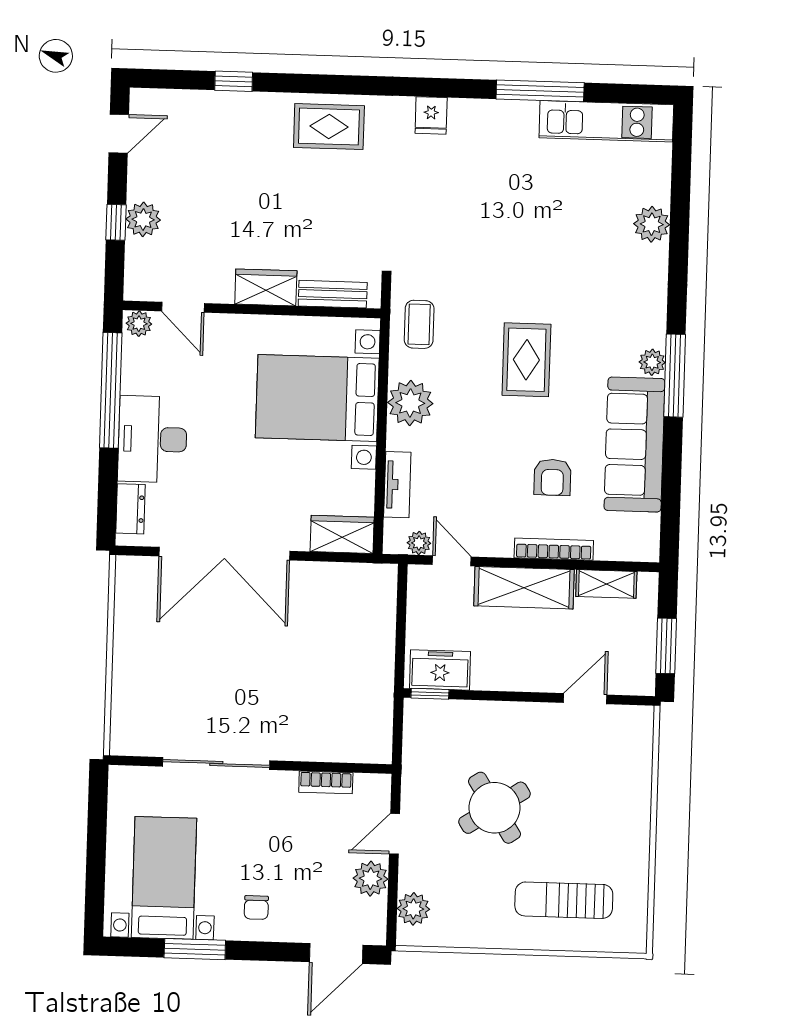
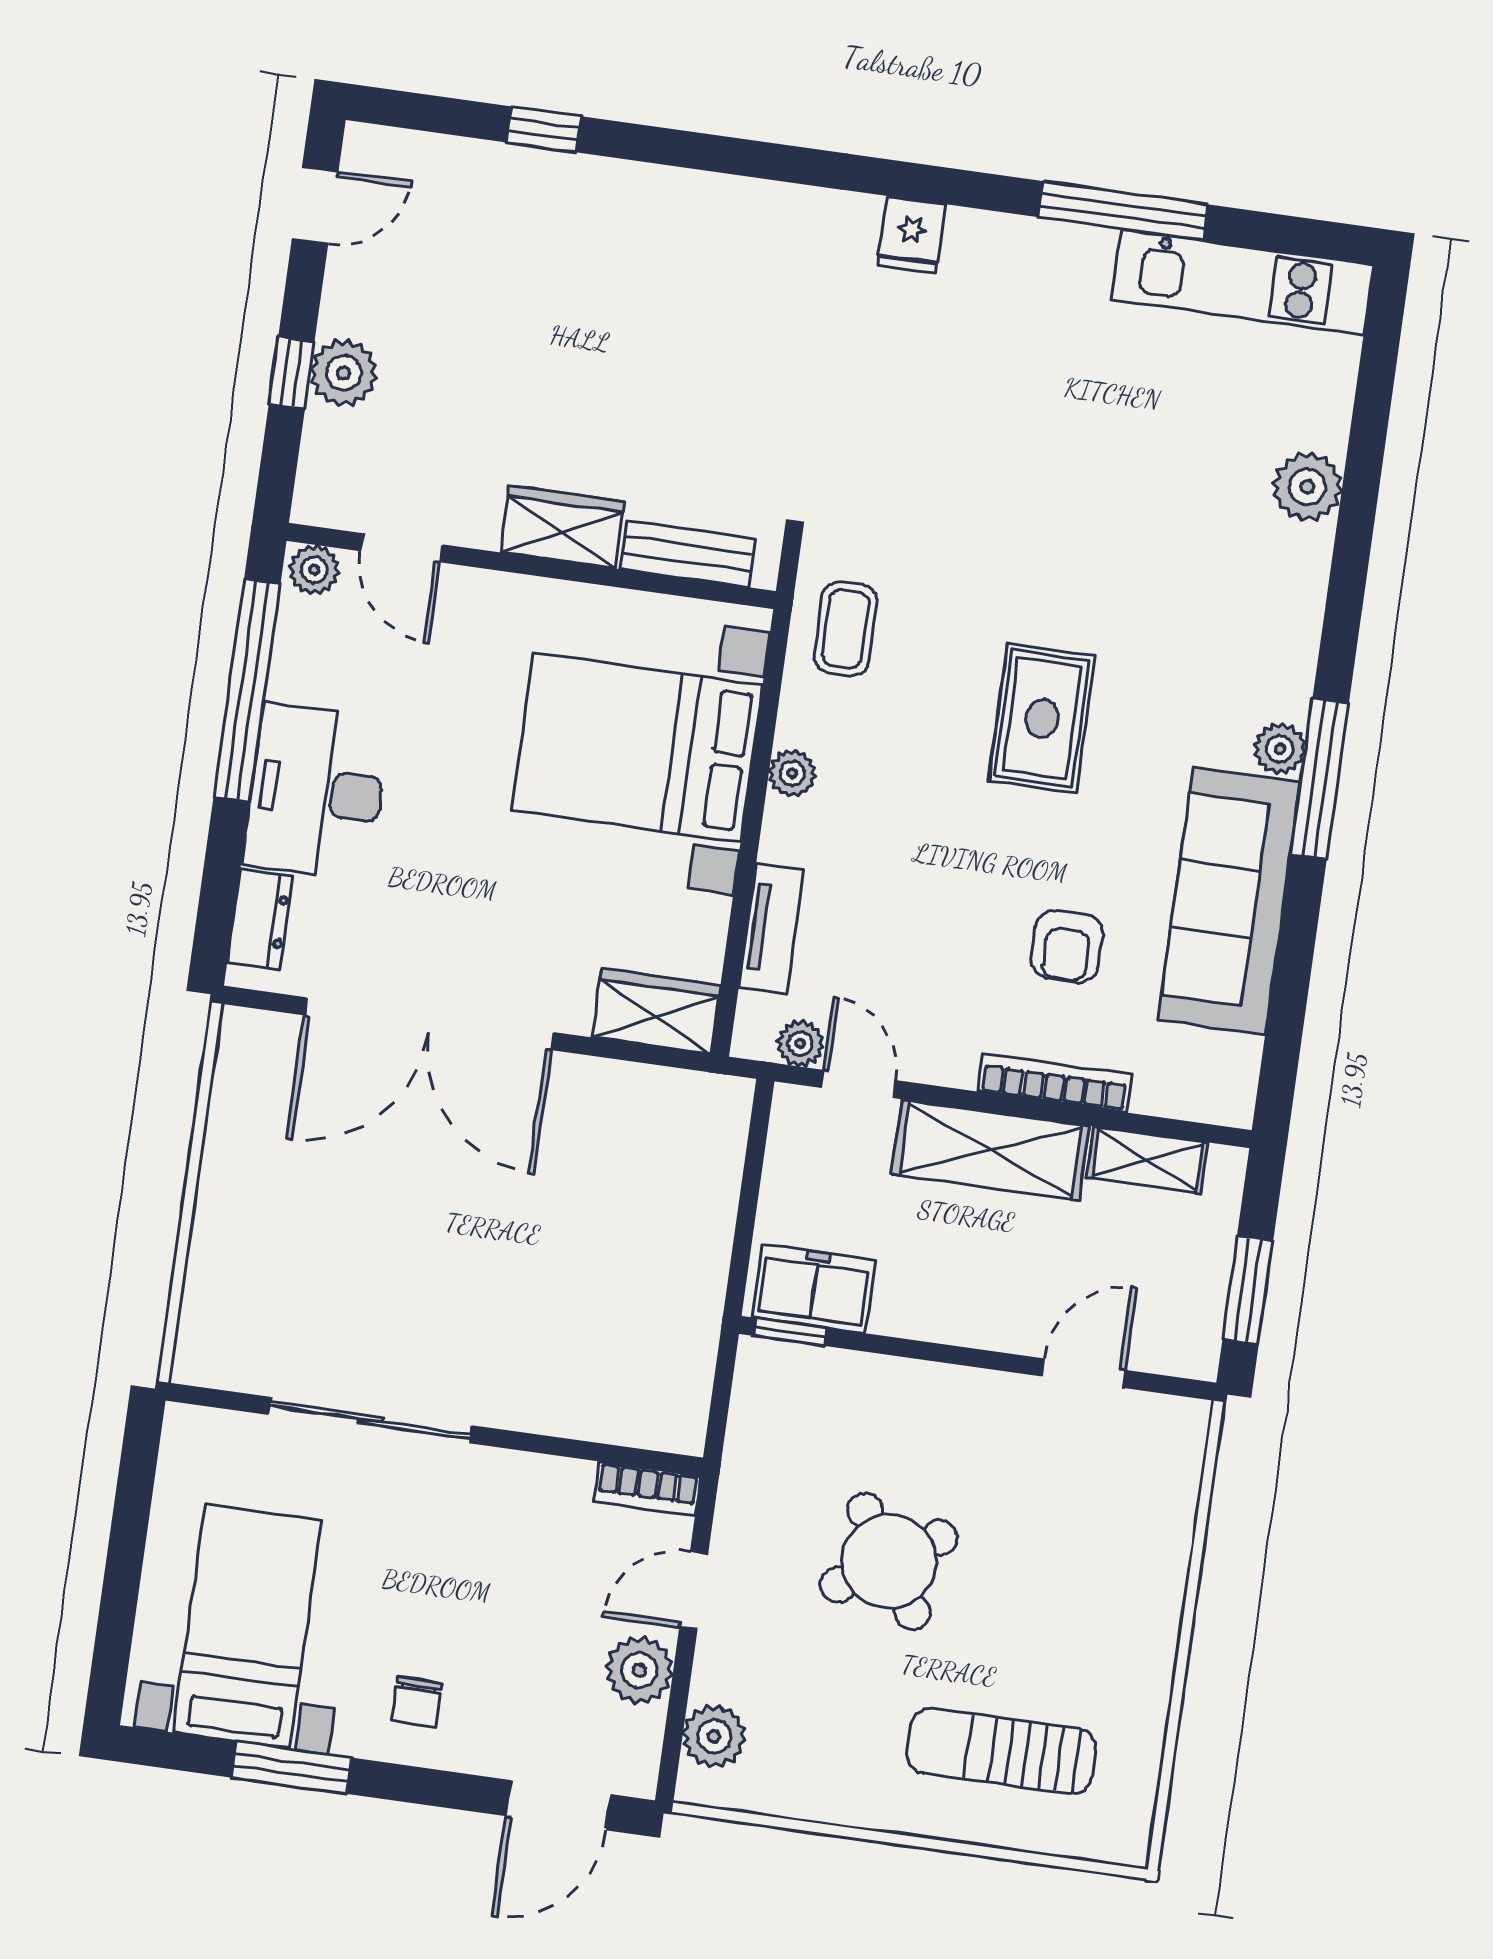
rug: (329, 127) -> (715, 235), removed
plant: (410, 403) -> (792, 773), width x0.53, depth x0.53
bookcase: (326, 782) -> (647, 1489), moved

